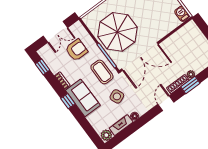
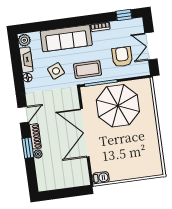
armchair: (77, 50) -> (122, 57), turned 180
double door: (140, 56) -> (85, 133), moved
sofa: (83, 98) -> (66, 38), width x1.36
window: (68, 101) -> (77, 21), removed
door: (166, 103) -> (23, 115), hinge flipped

